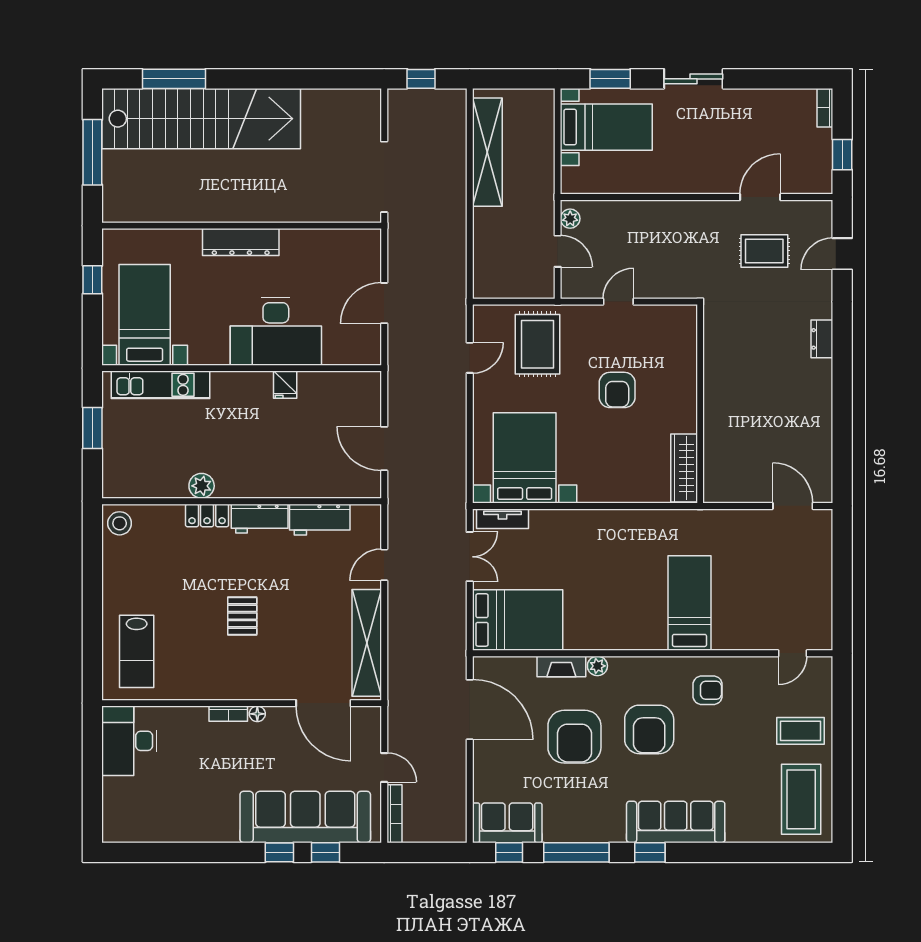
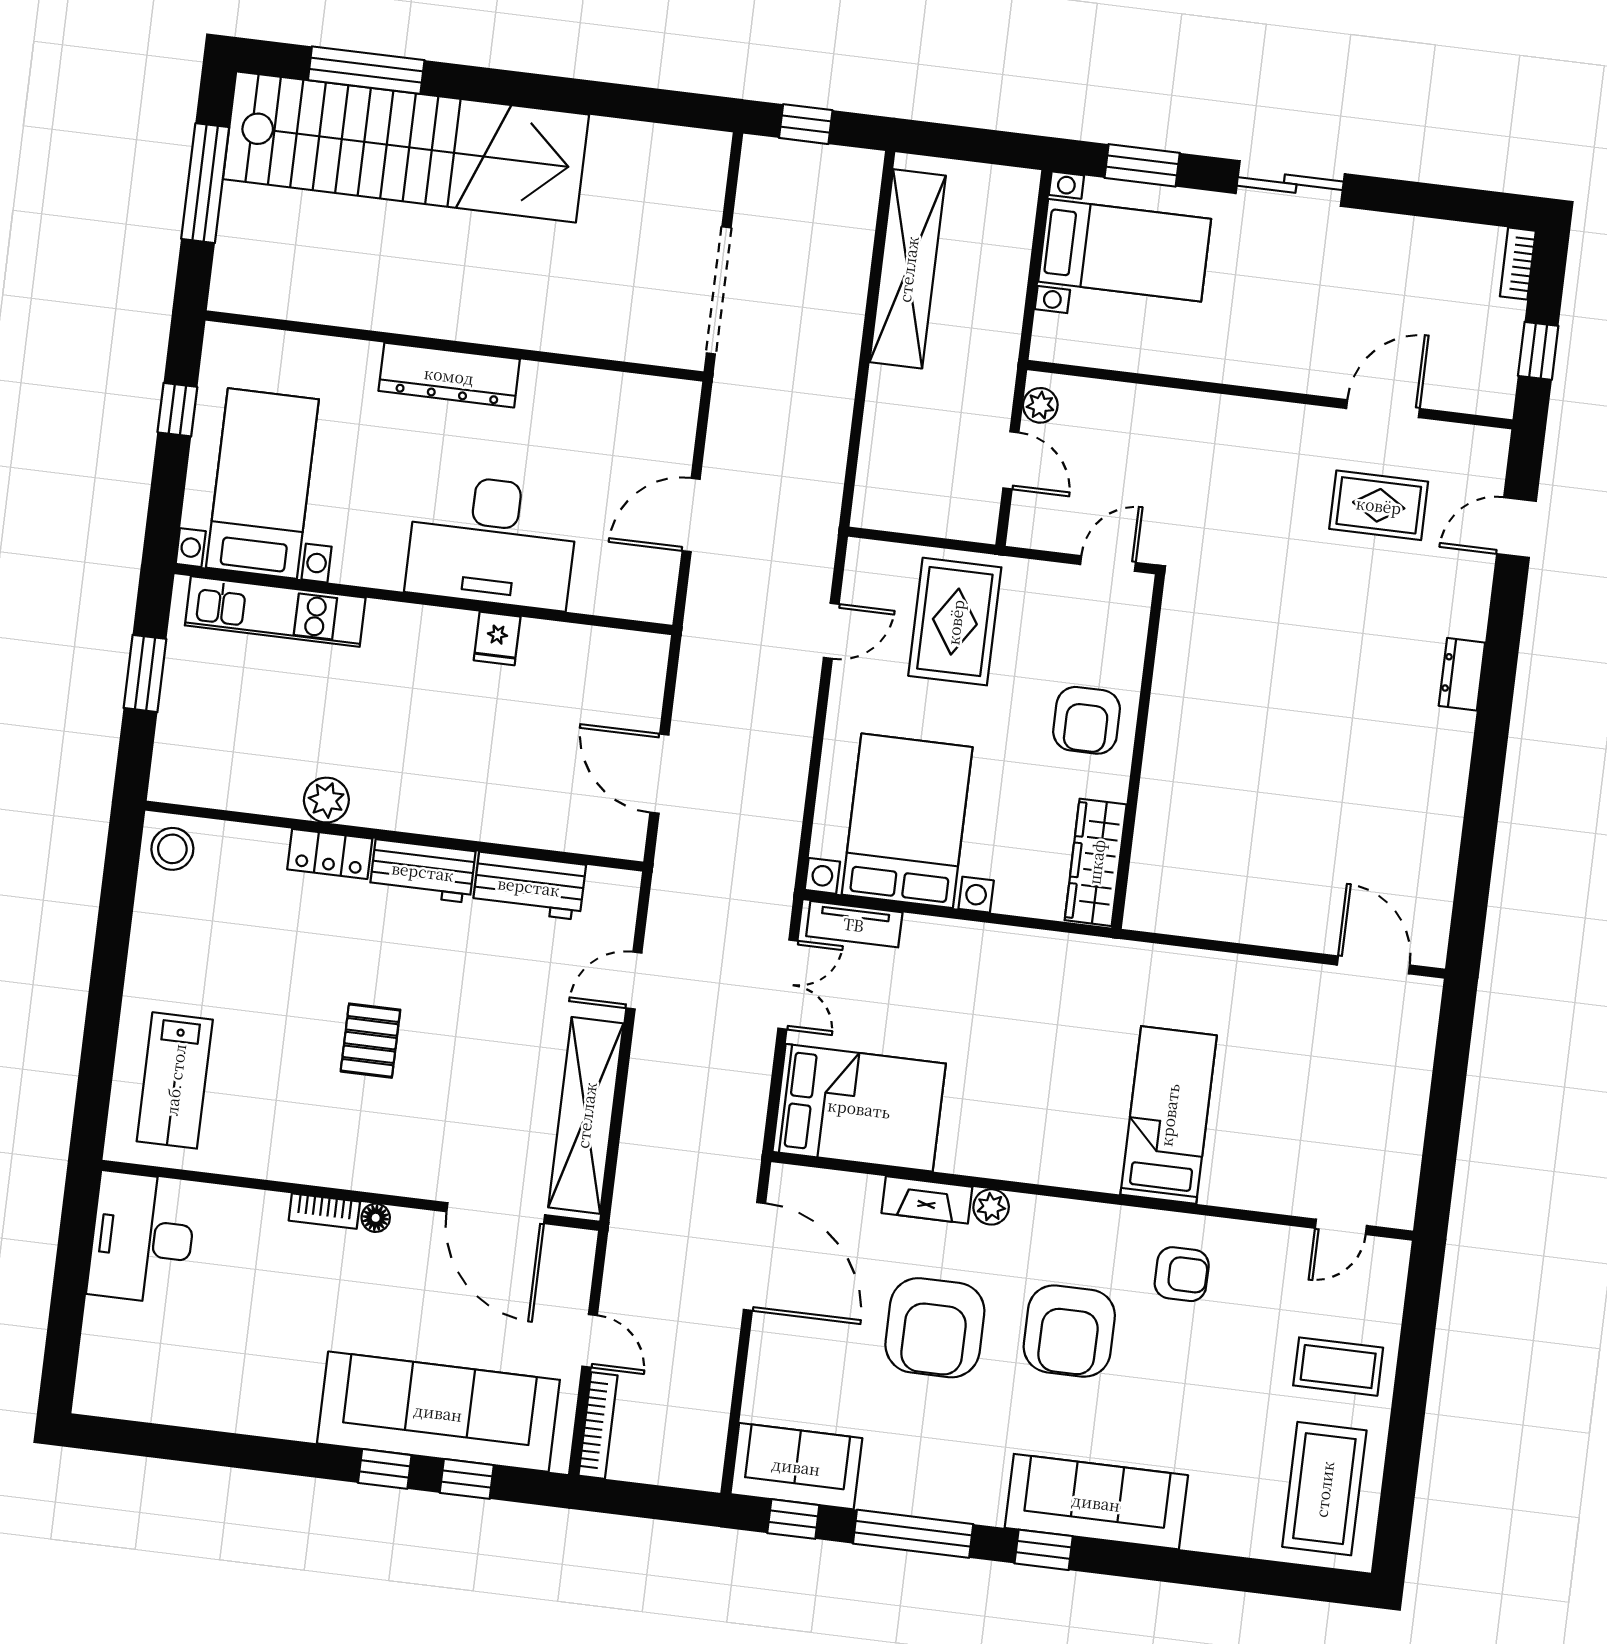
wall: (700, 404) -> (1138, 752), moved
wardrobe: (684, 468) -> (1096, 862), moved

